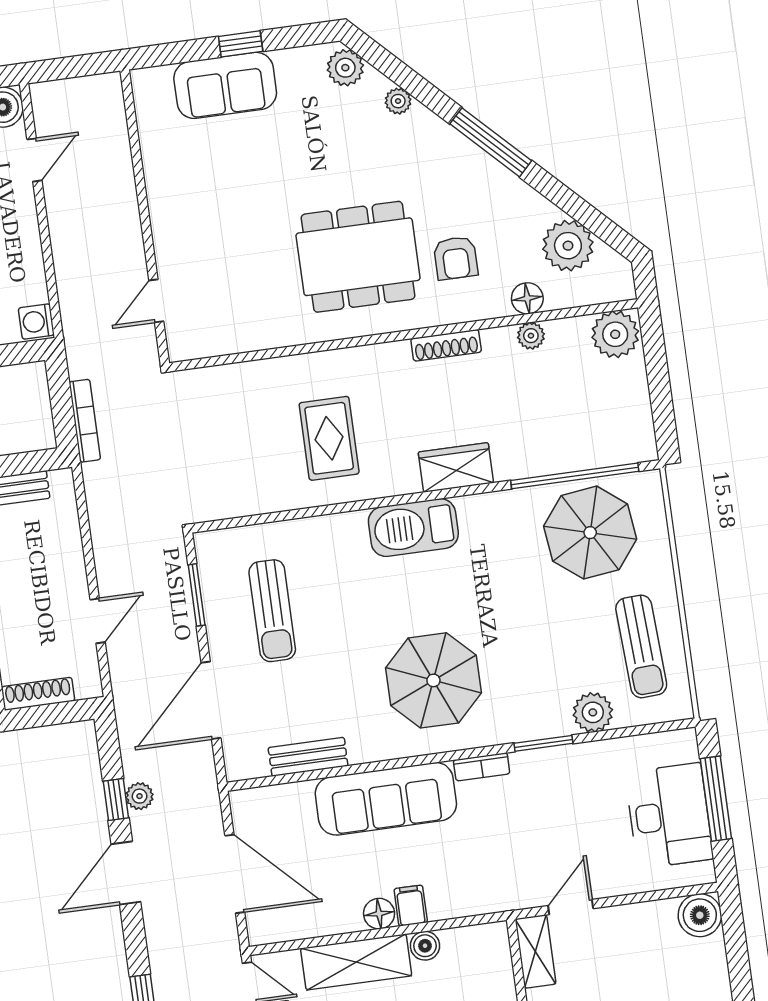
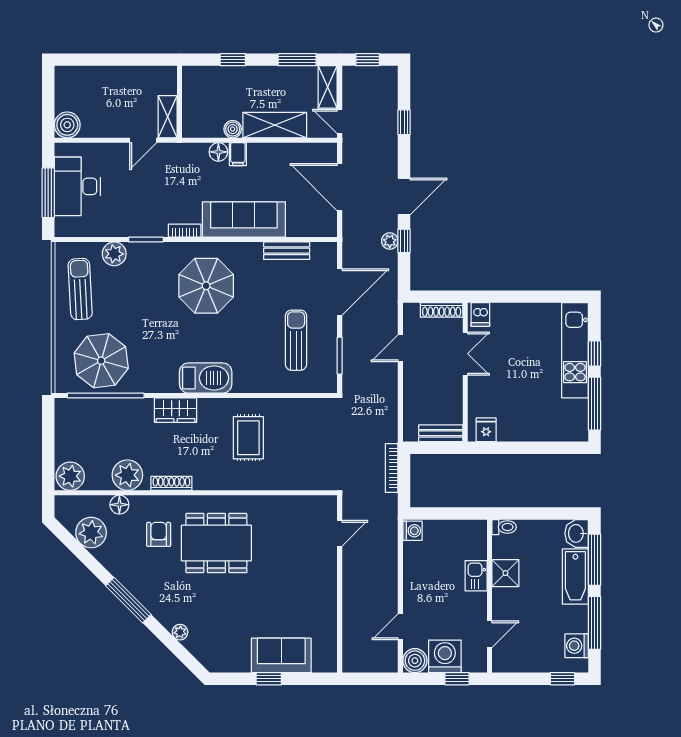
plant: (345, 68) -> (209, 656), removed
plant: (531, 336) -> (127, 475), width x1.87, depth x1.87
floor lamp: (379, 914) -> (218, 152), moved

